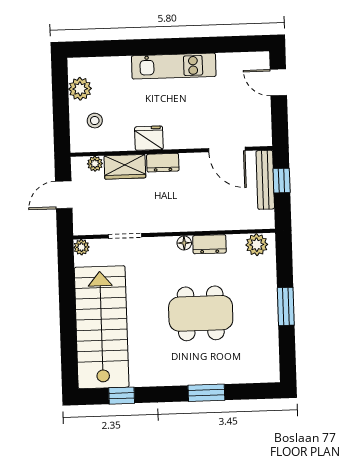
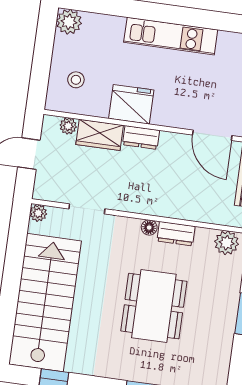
plant: (80, 89) -> (69, 22), moved
fridge: (149, 138) -> (131, 104), width x1.36, depth x1.34
dining table: (201, 313) -> (154, 306), turned 90

